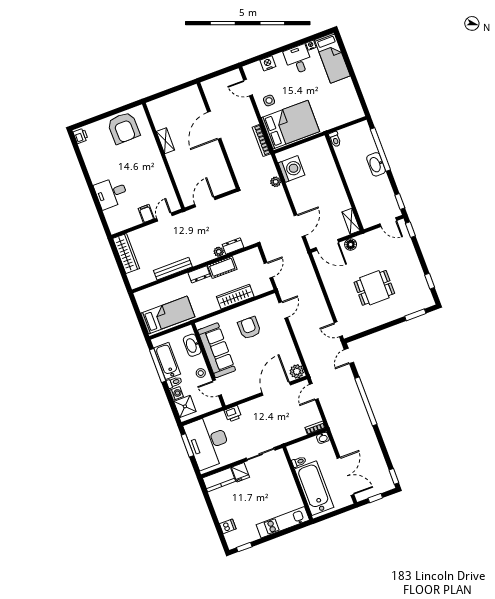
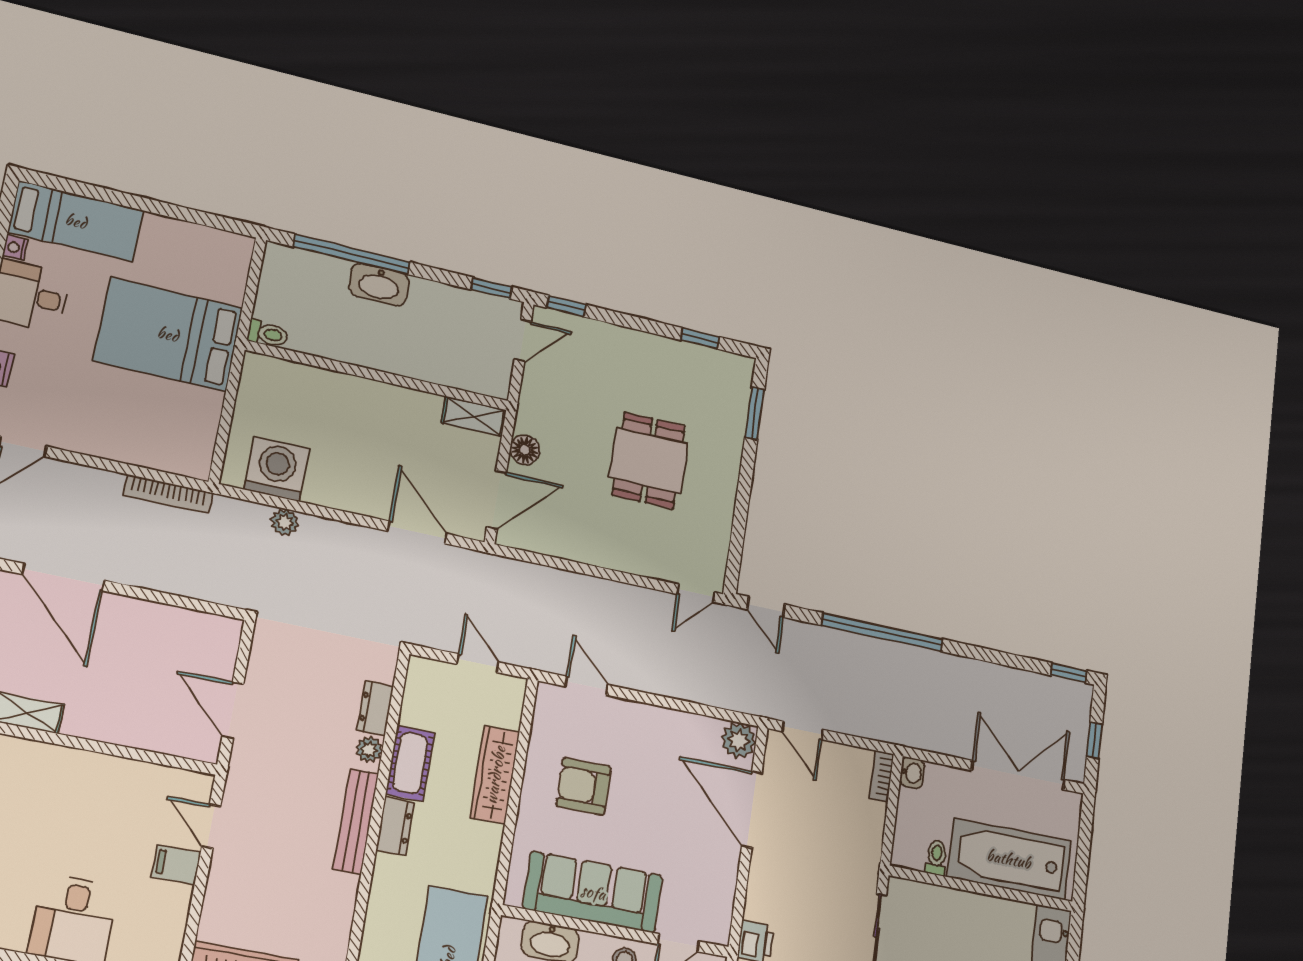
side table: (269, 101) -> (85, 419), removed
bed: (290, 125) -> (168, 334), moved, turned -90
bench: (173, 269) -> (356, 821), moved

